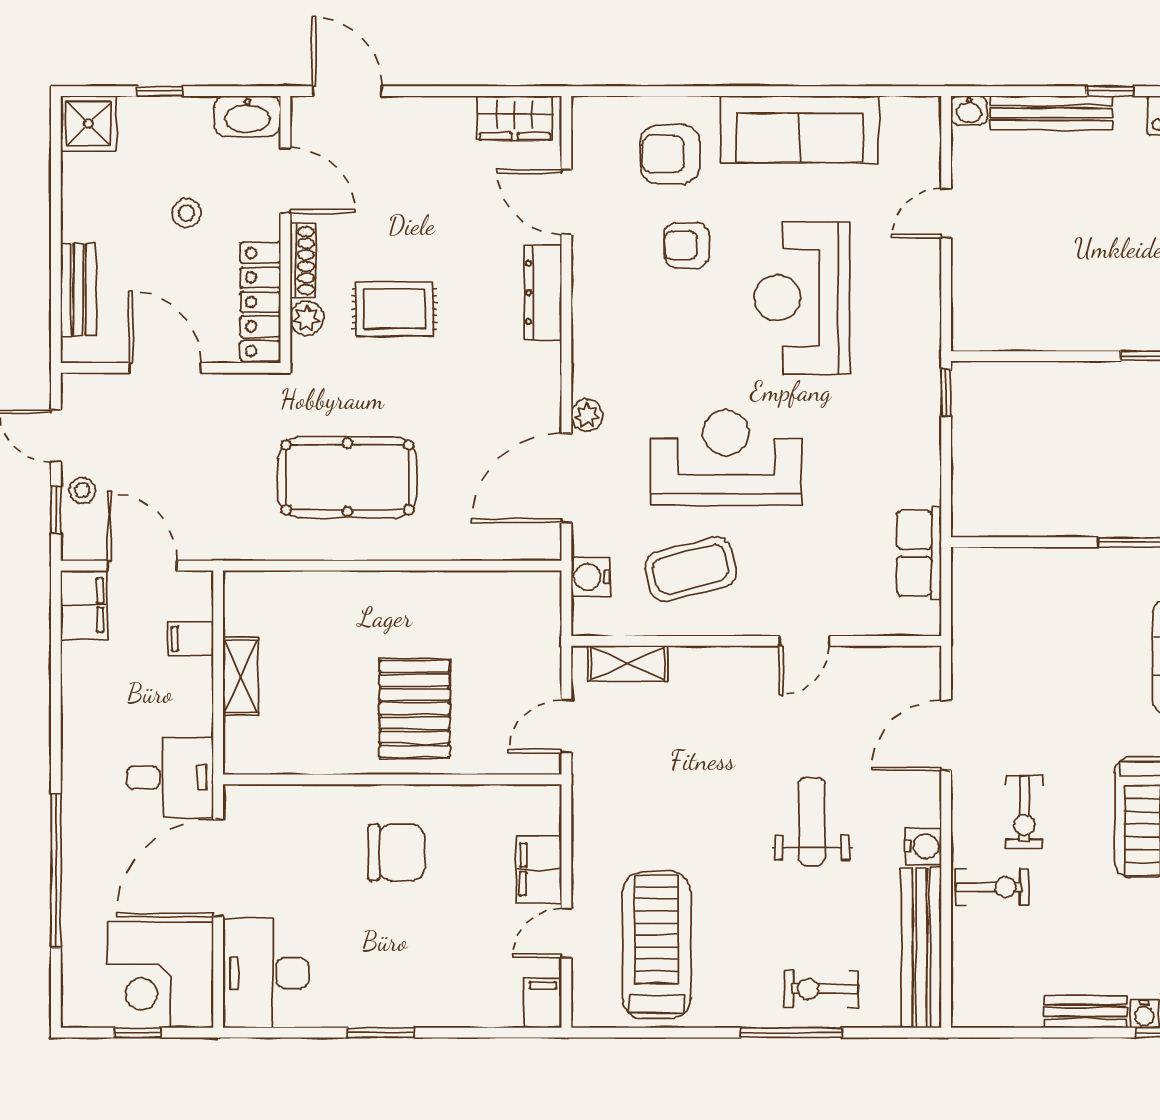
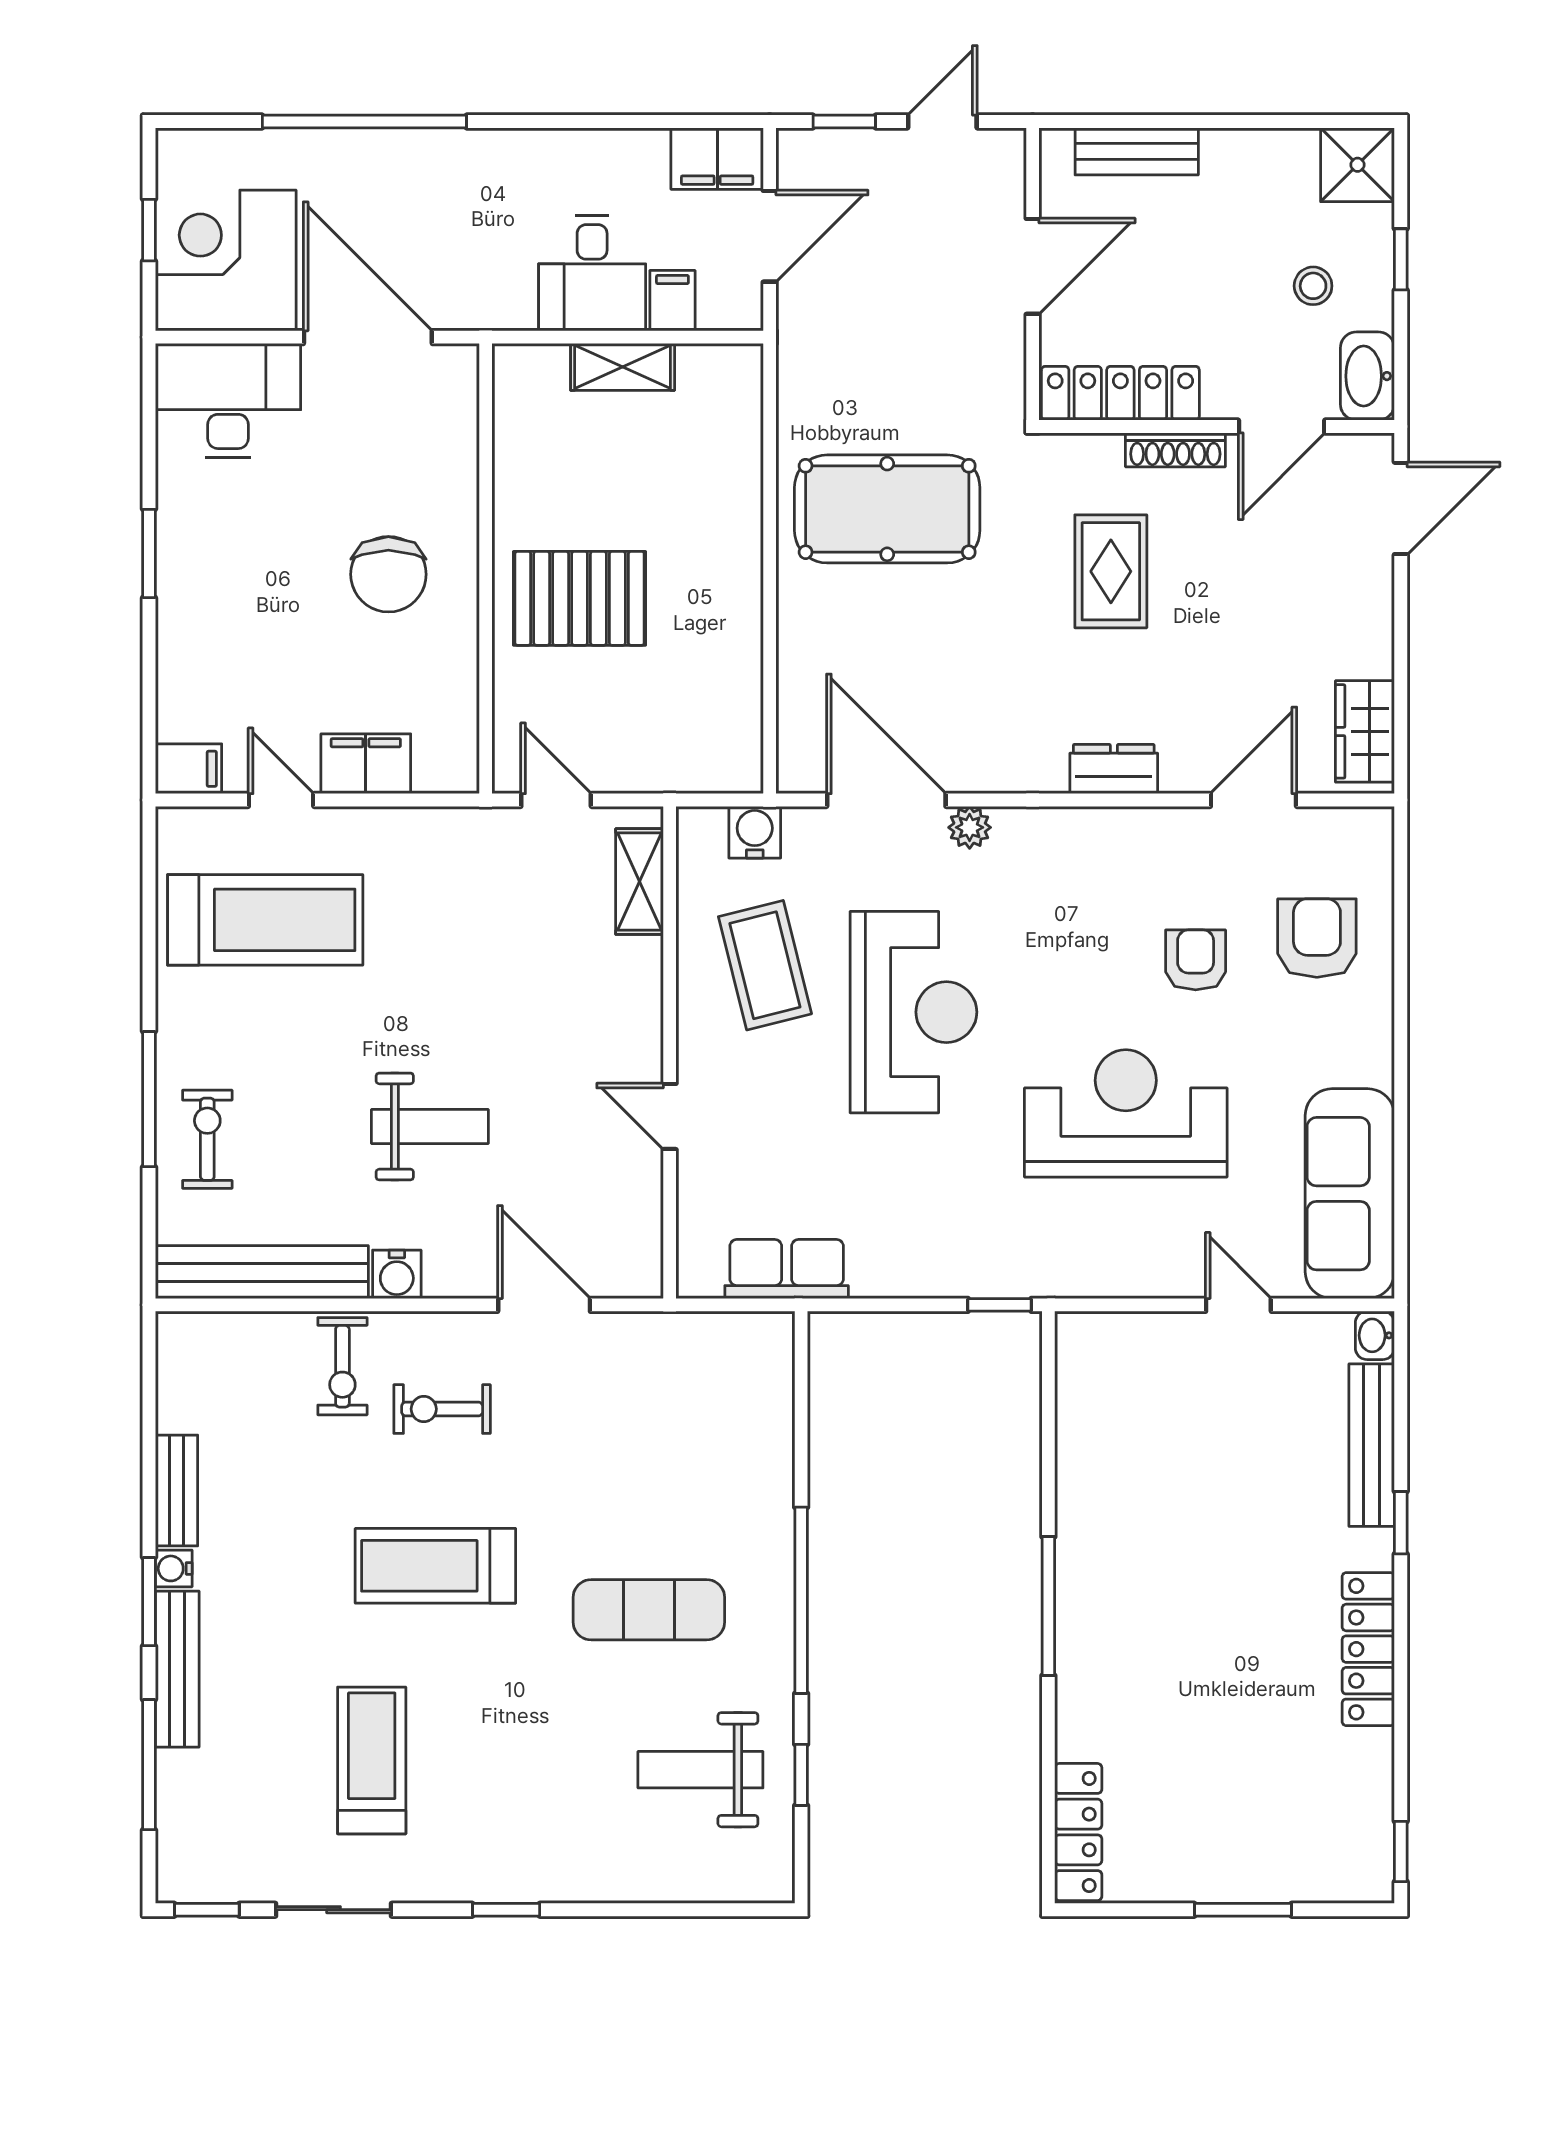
sofa: (800, 129) -> (1350, 1194), moved
stool: (187, 213) -> (1313, 286), moved
dresser: (543, 292) -> (1114, 769), width x0.70
plant: (307, 318) -> (1099, 455), removed
pool table: (347, 477) -> (887, 509), turned 90
stool: (82, 491) -> (870, 156), removed
desk: (170, 778) -> (592, 273), moved

